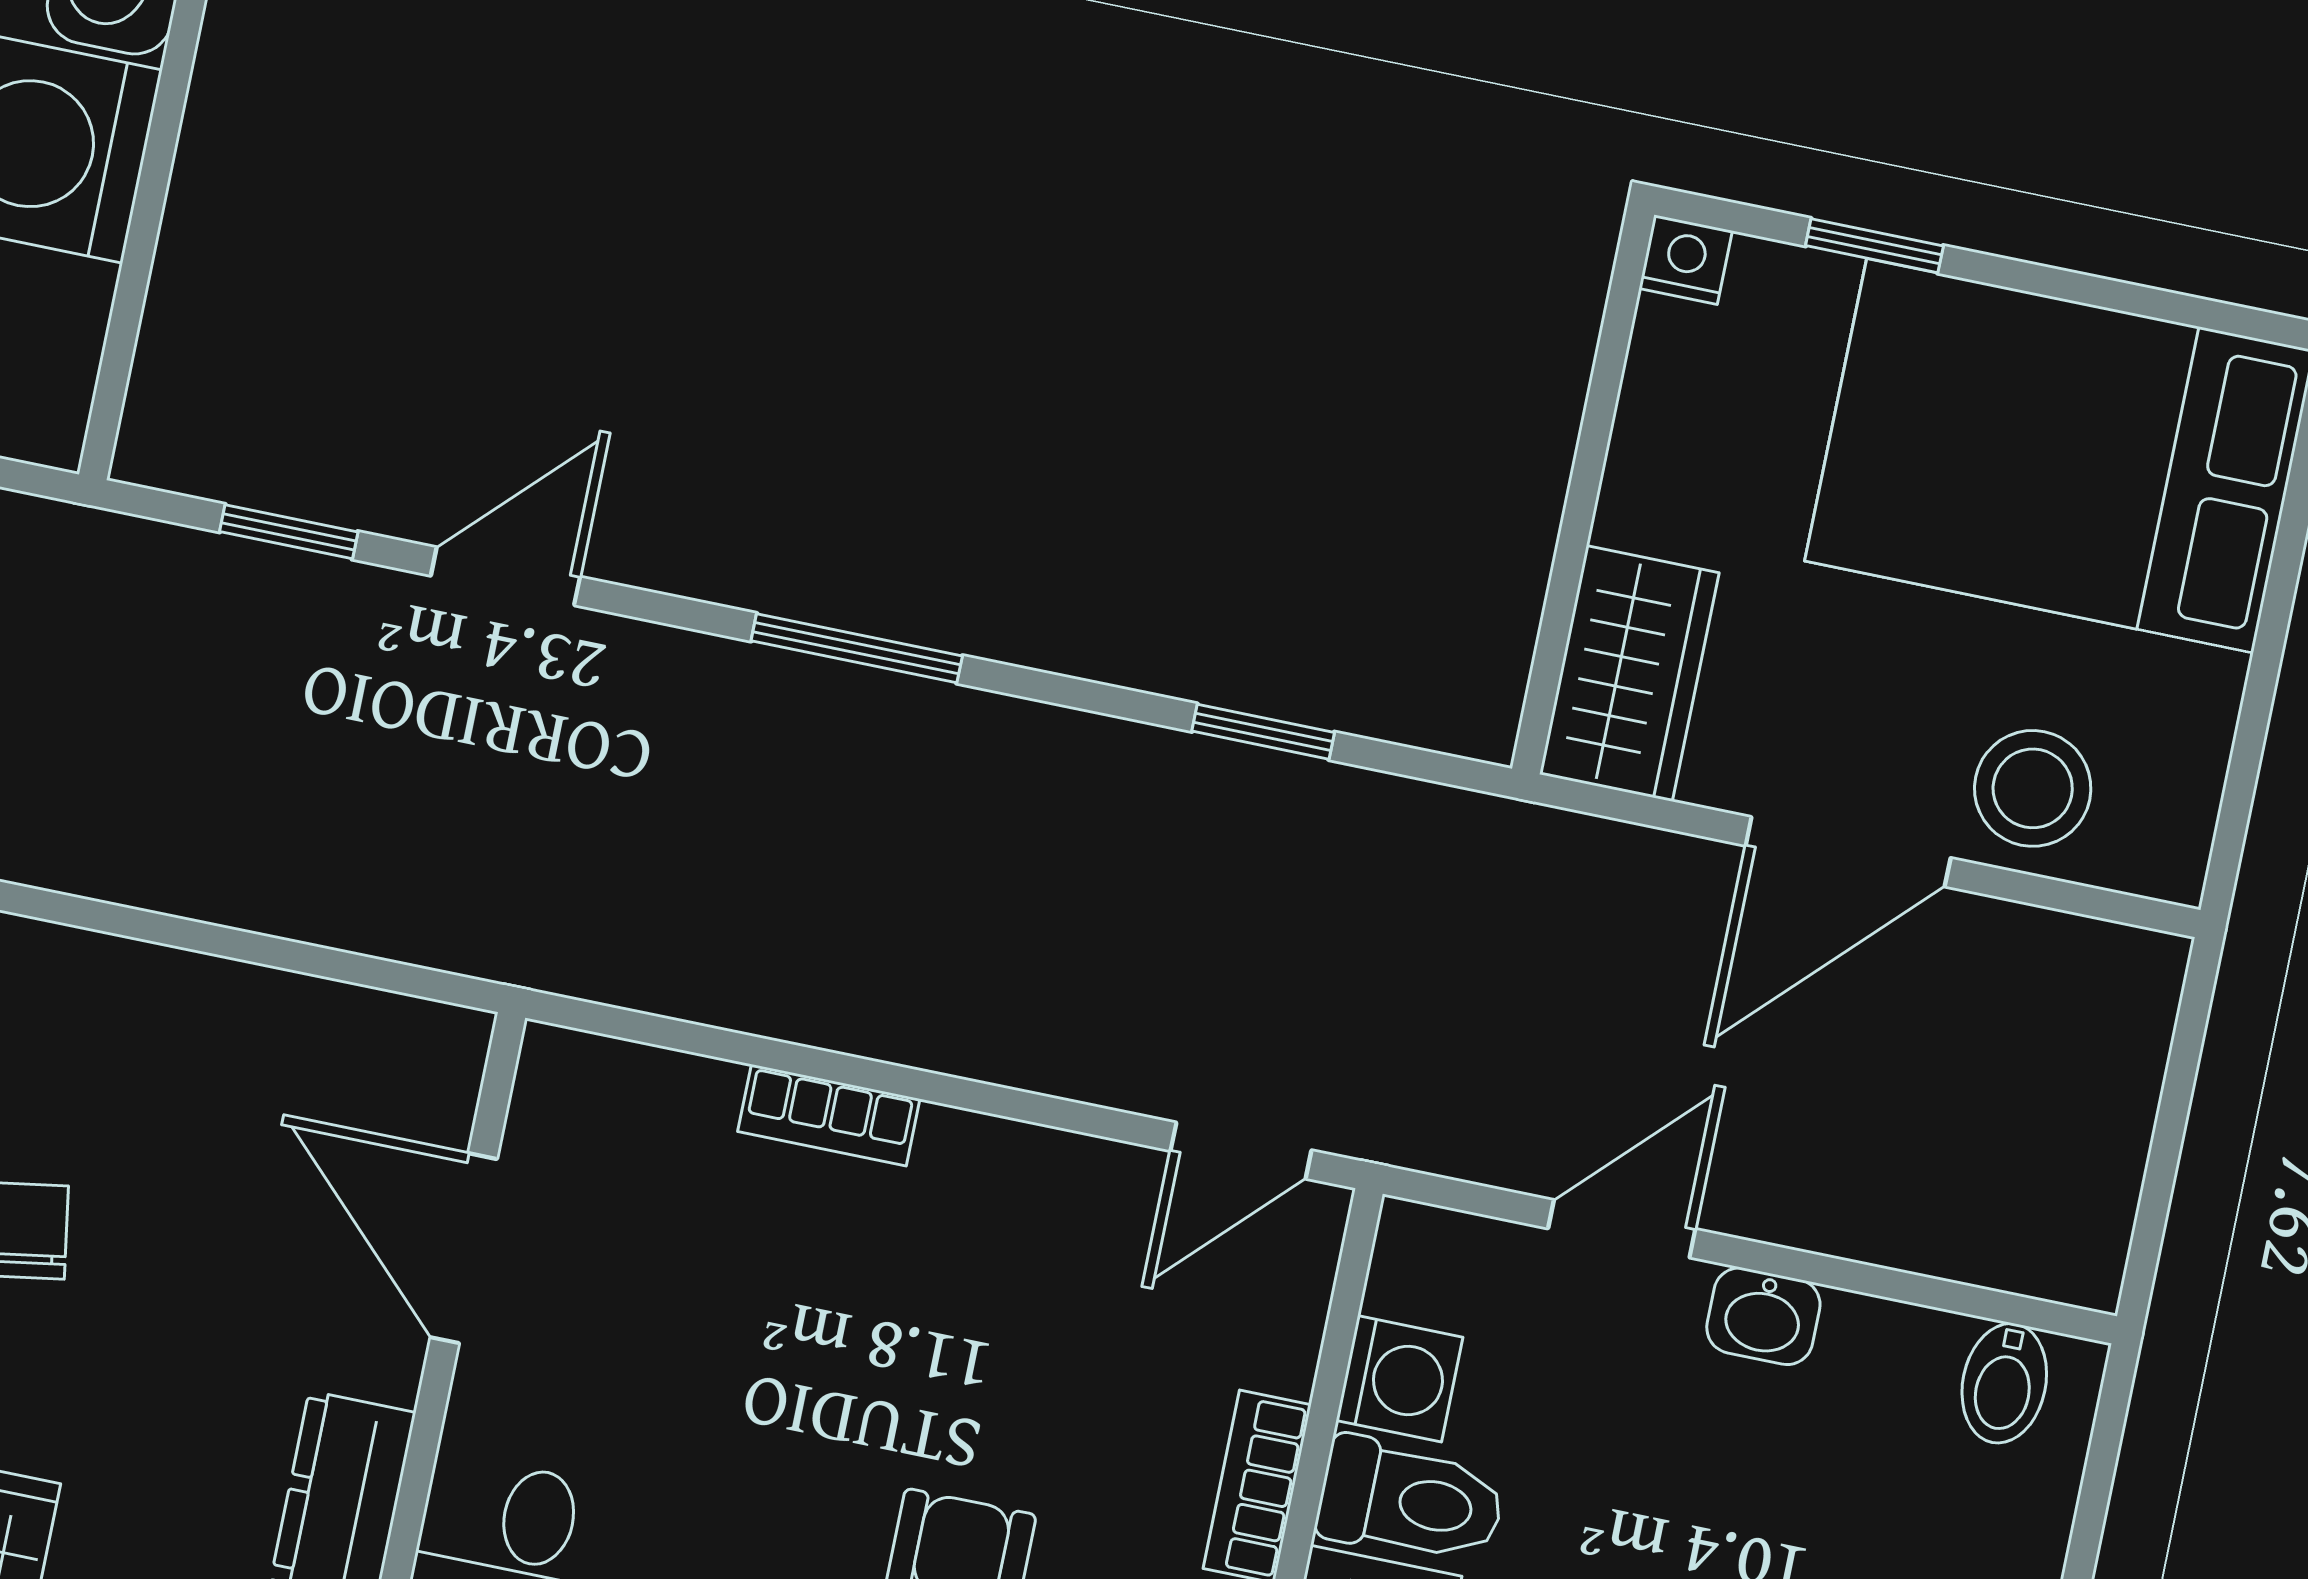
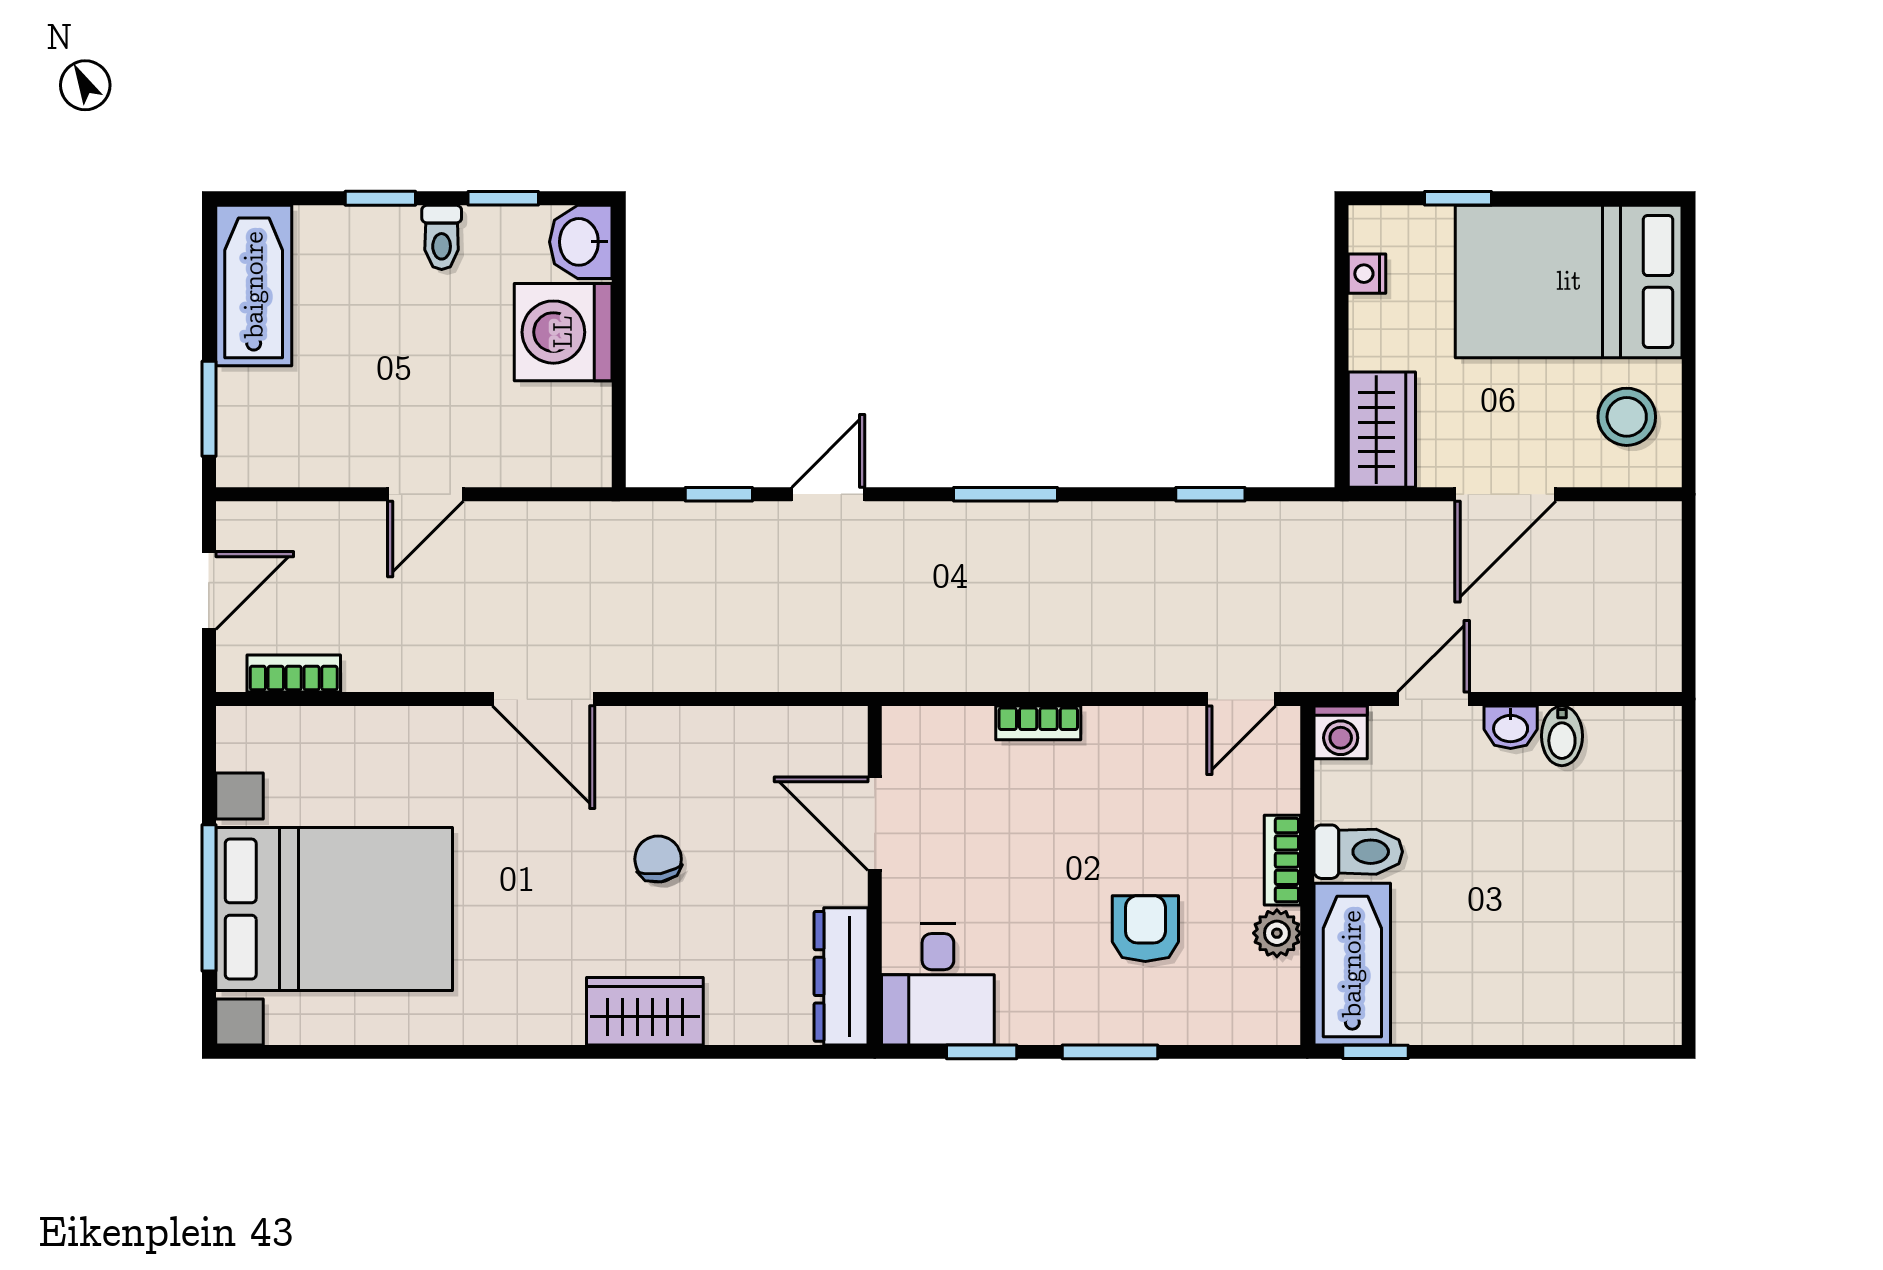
nightstand: (1686, 260) -> (1367, 274), moved, turned -90
stool: (2033, 788) -> (1627, 417), moved
washing machine: (1400, 1379) -> (1341, 732), moved, turned 90
bidet: (2004, 1383) -> (1562, 736), moved

